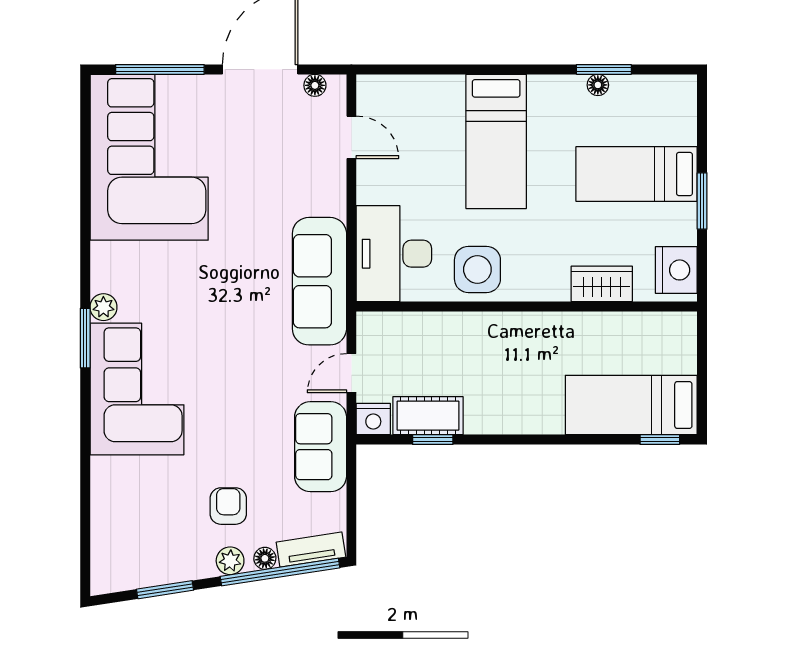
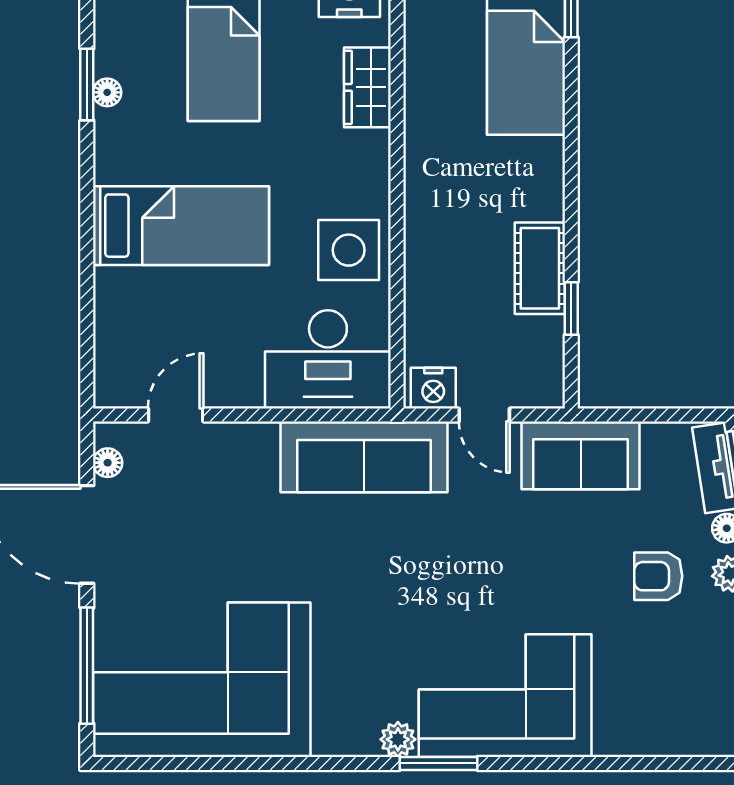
cot: (428, 416) -> (540, 268), moved
nightstand: (373, 419) -> (433, 388), moved, turned 90

